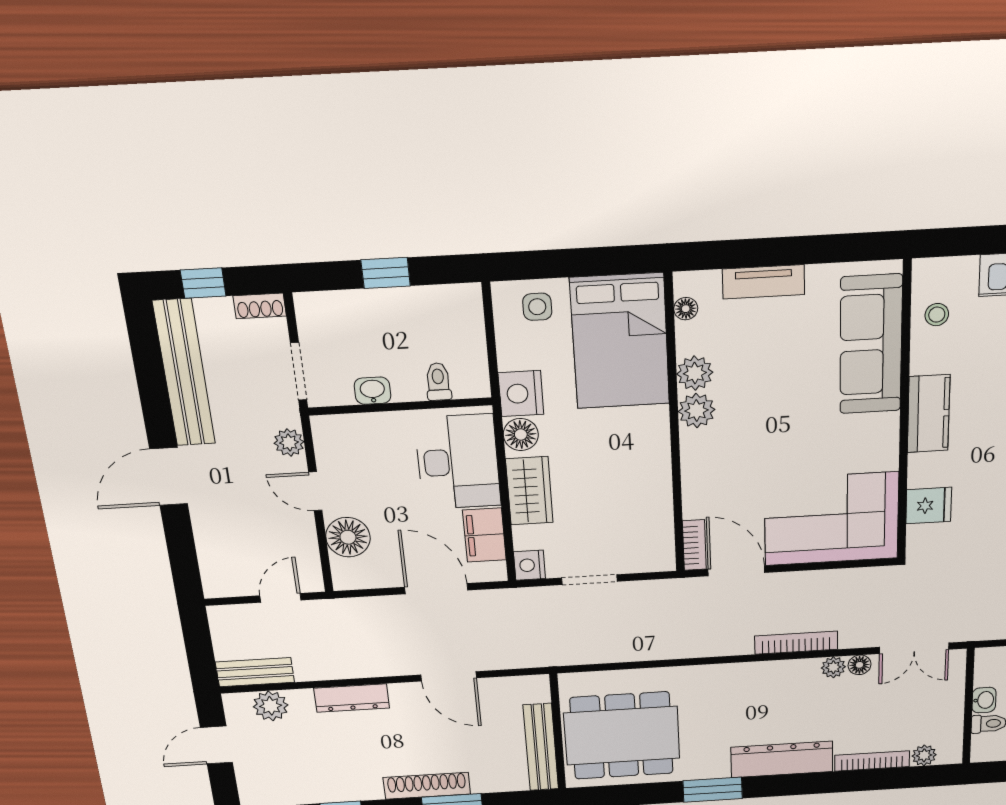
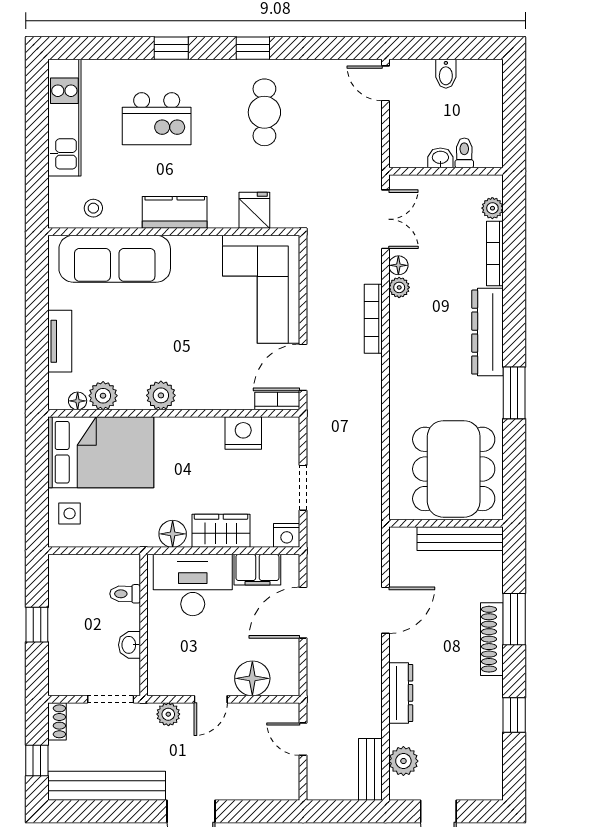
plant: (695, 373) -> (103, 396), moved
nightstand: (521, 394) -> (243, 433), moved, turned 180

